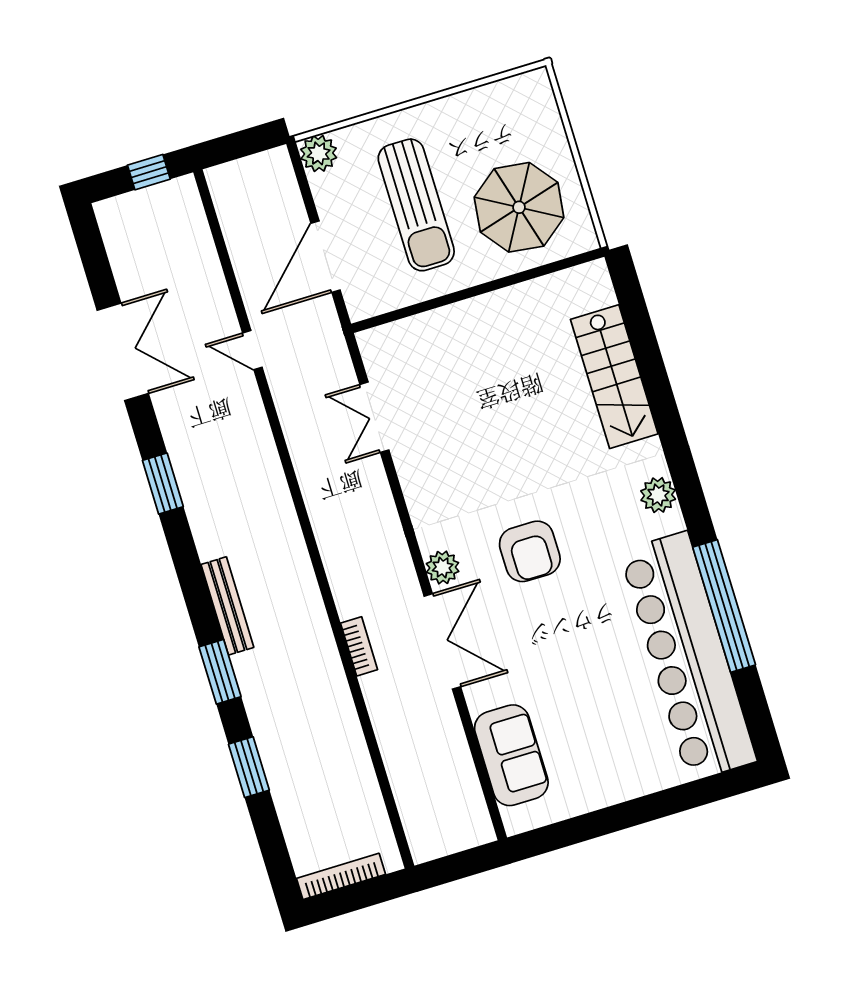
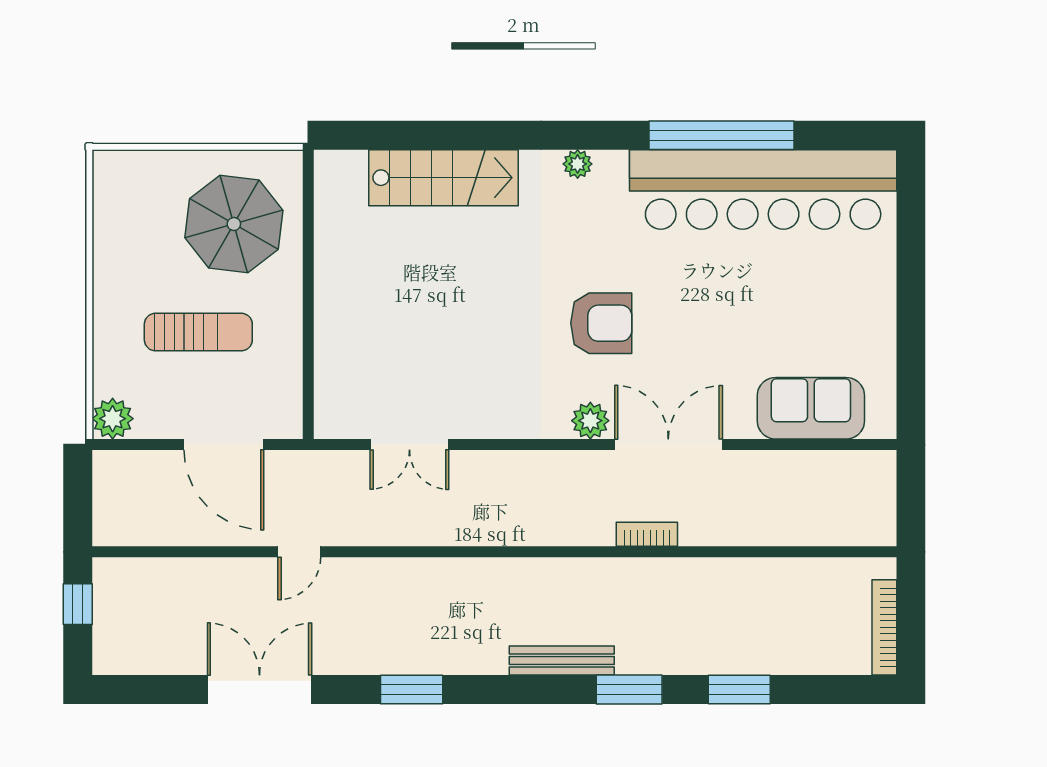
sun lounger: (416, 205) -> (198, 332), width x0.73, depth x0.75
plant: (658, 495) -> (578, 164), width x0.73, depth x0.73

